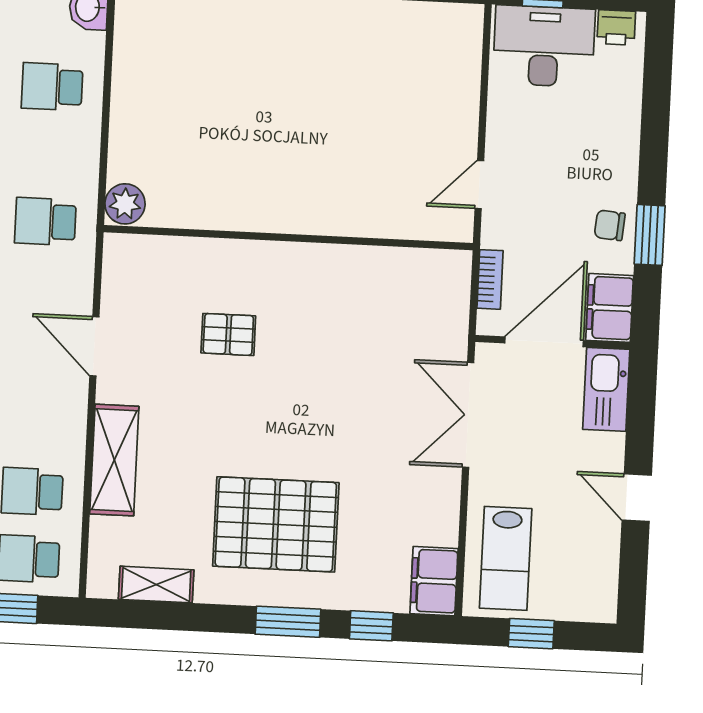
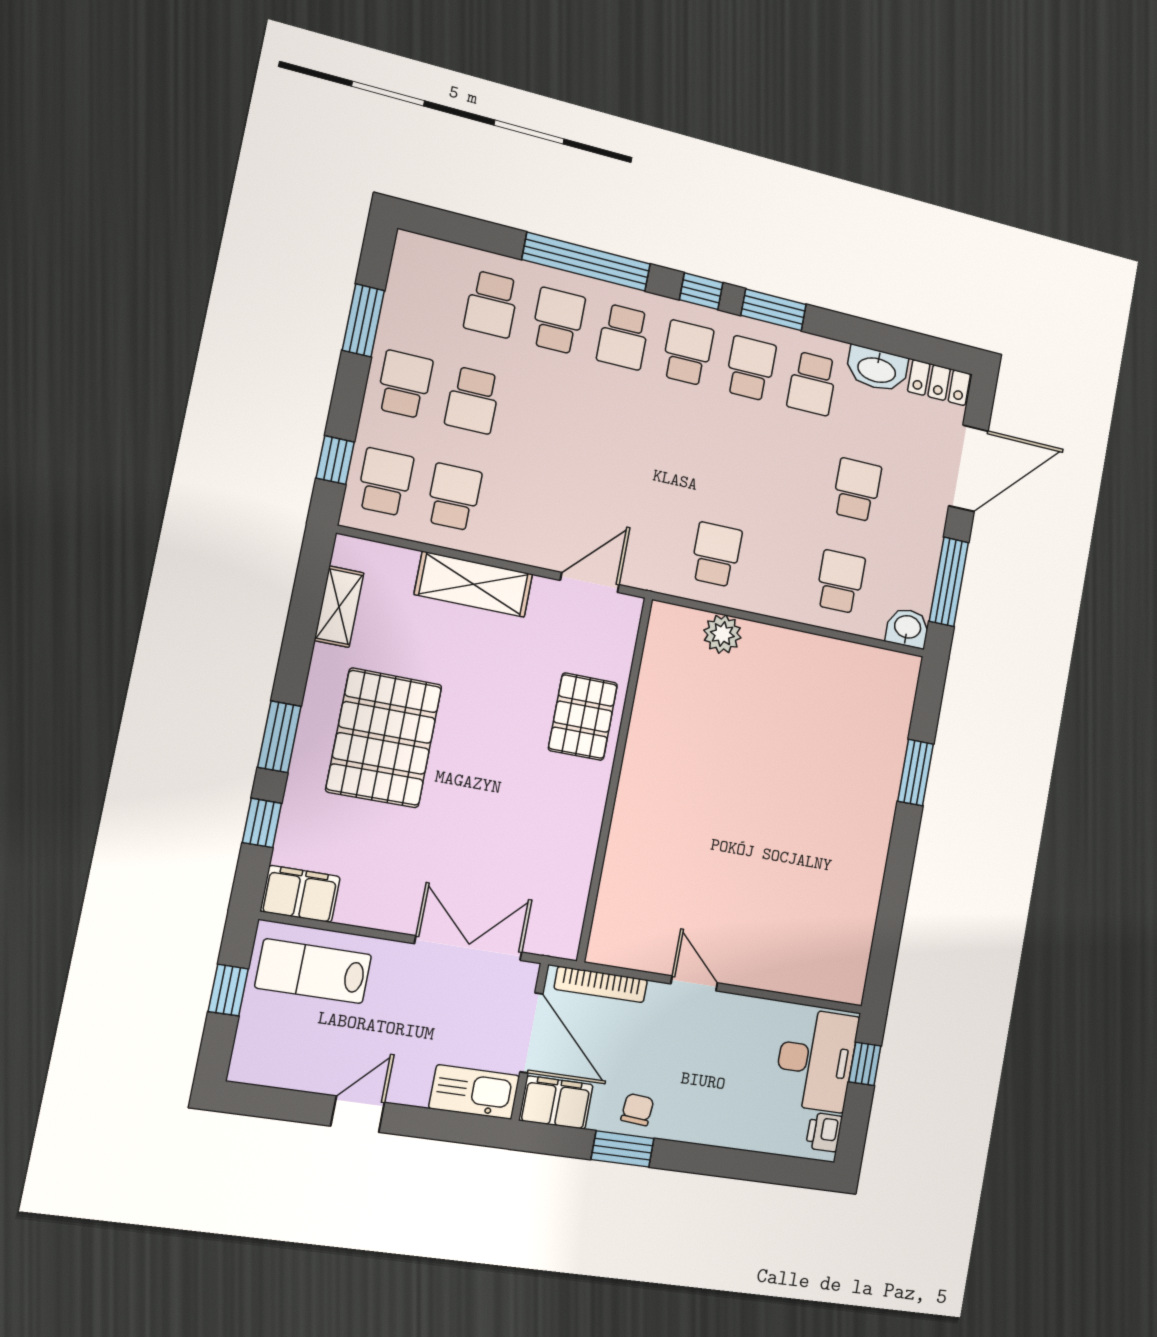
wall: (288, 238) -> (615, 779), moved
bookcase: (490, 279) -> (601, 984), width x1.56
pallet: (228, 334) -> (583, 717), width x1.50, depth x1.42

